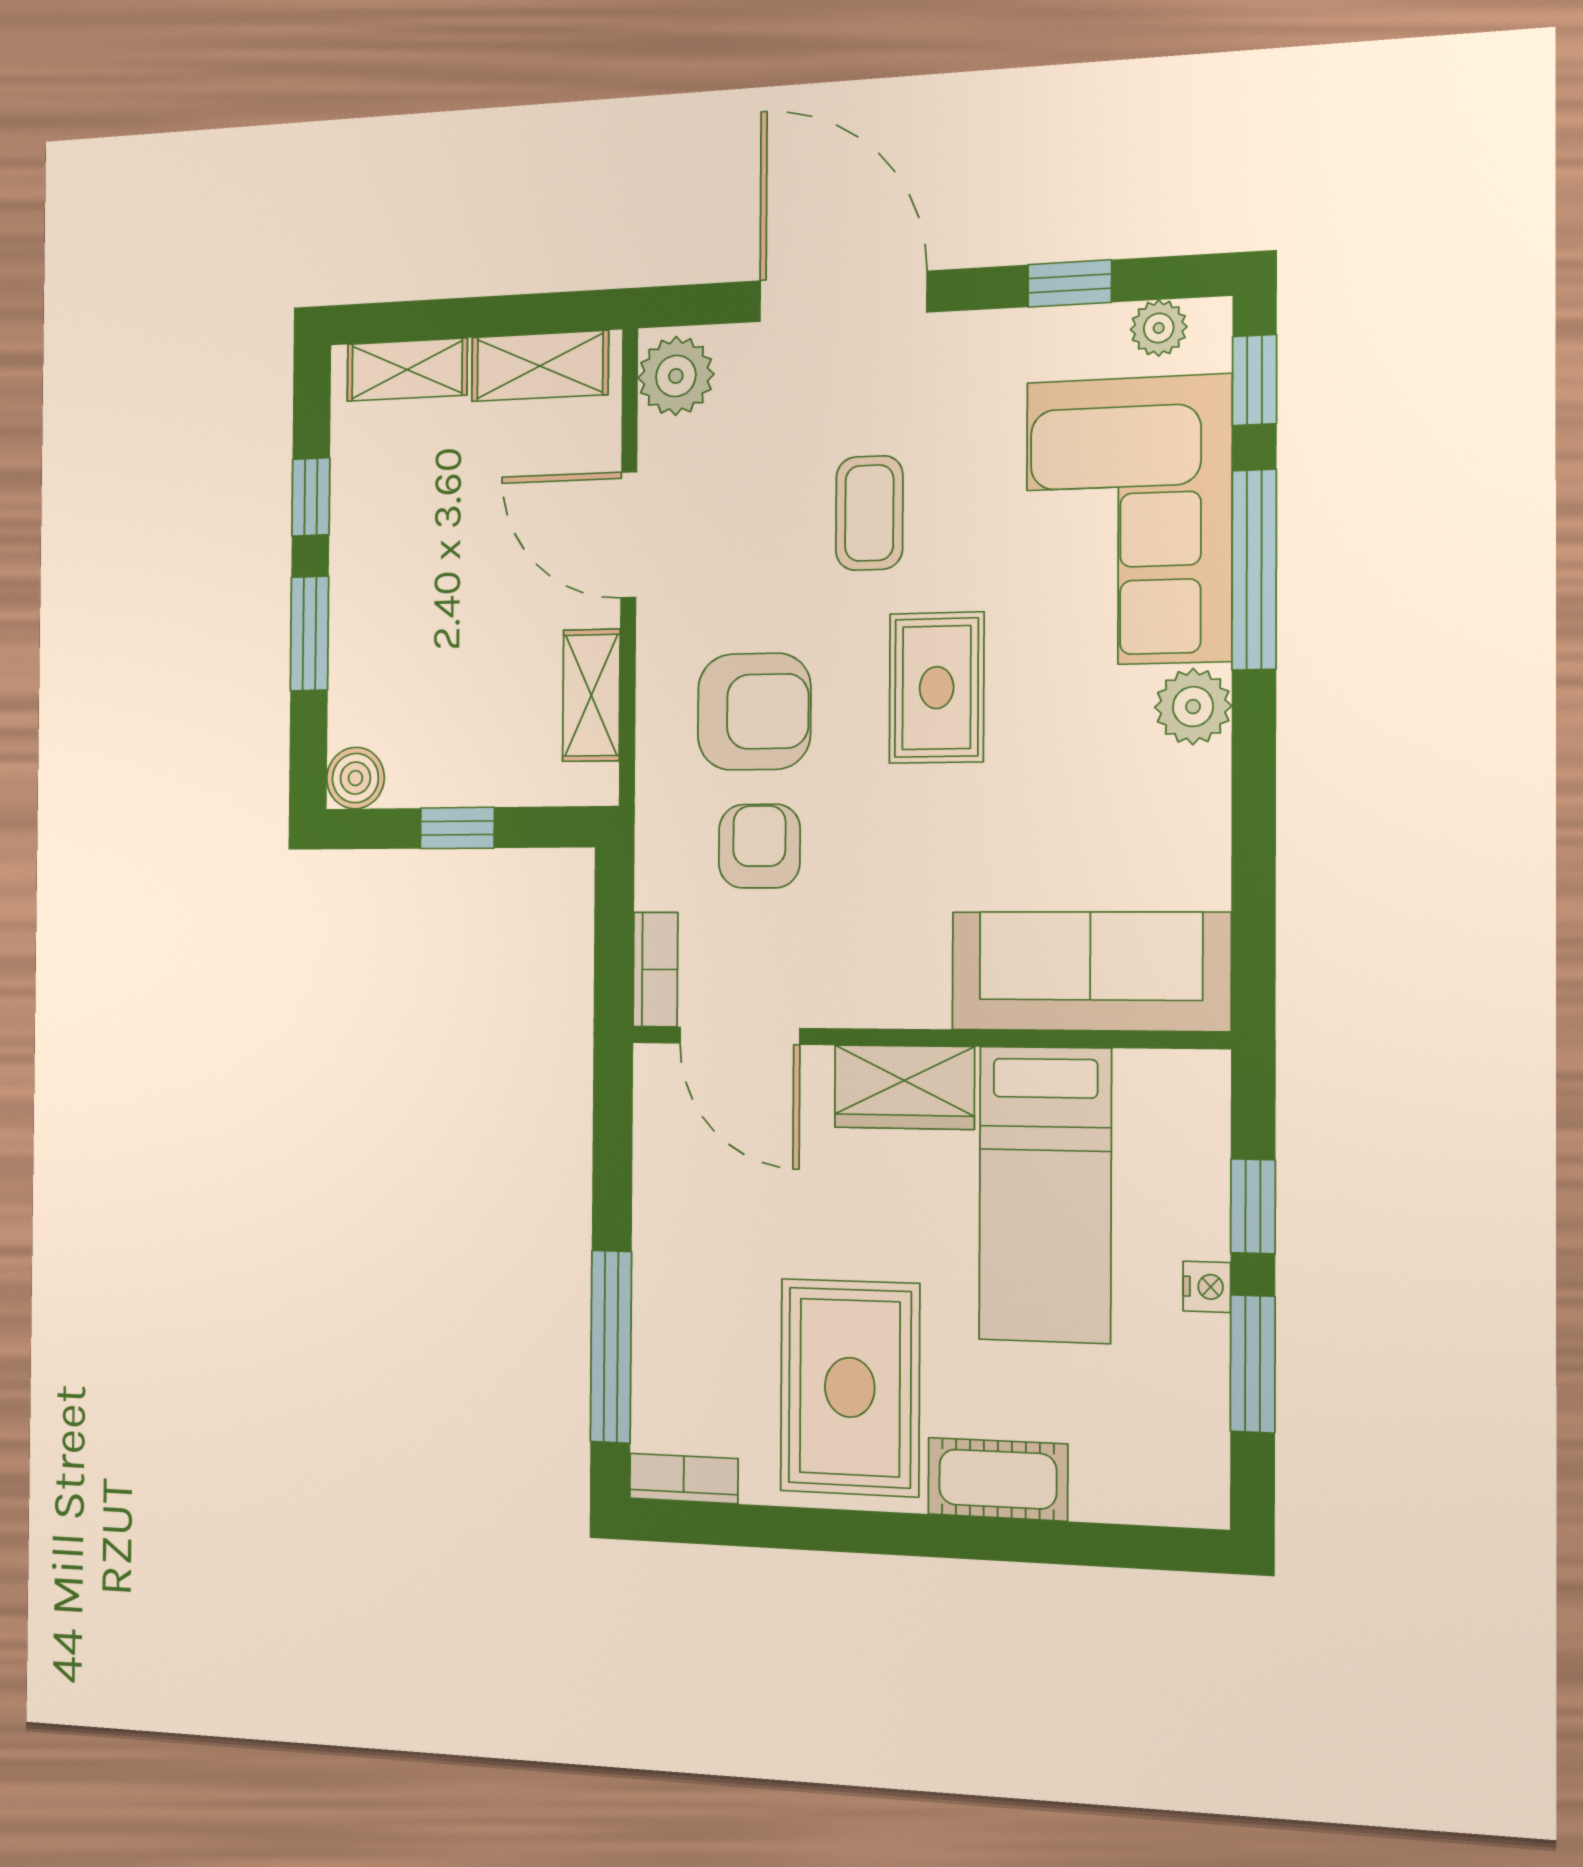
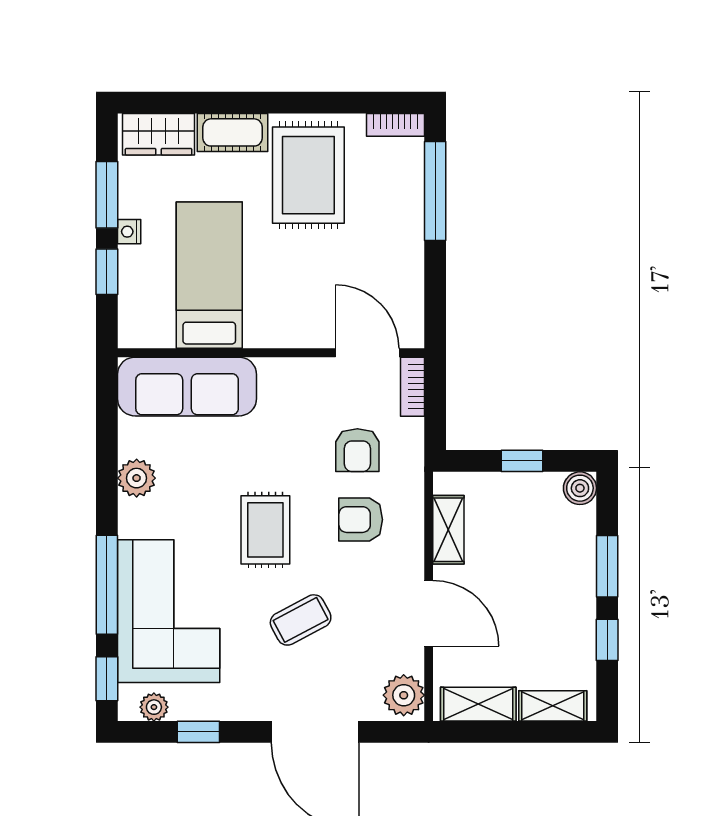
coffee table: (869, 513) -> (301, 620), turned 62
plant: (1193, 707) -> (137, 478), moved
armchair: (754, 712) -> (361, 520), width x0.72, depth x0.72
wardrobe: (904, 1087) -> (159, 134), moved, turned 180

